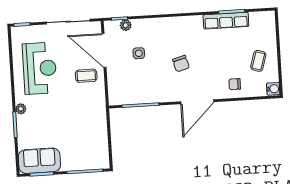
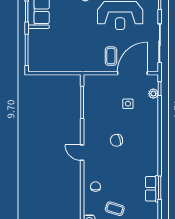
row of seats: (226, 21) -> (152, 189), width x0.68
door: (197, 102) -> (82, 153), width x0.53

